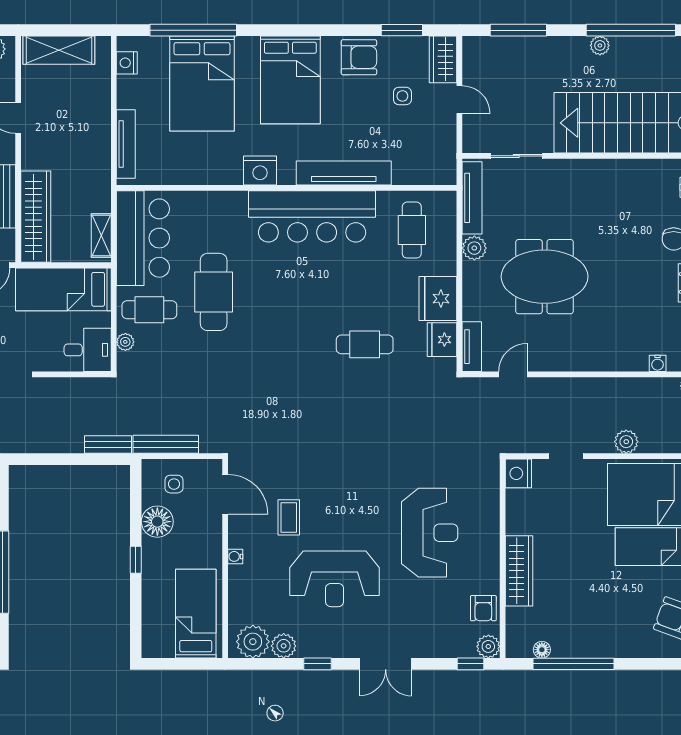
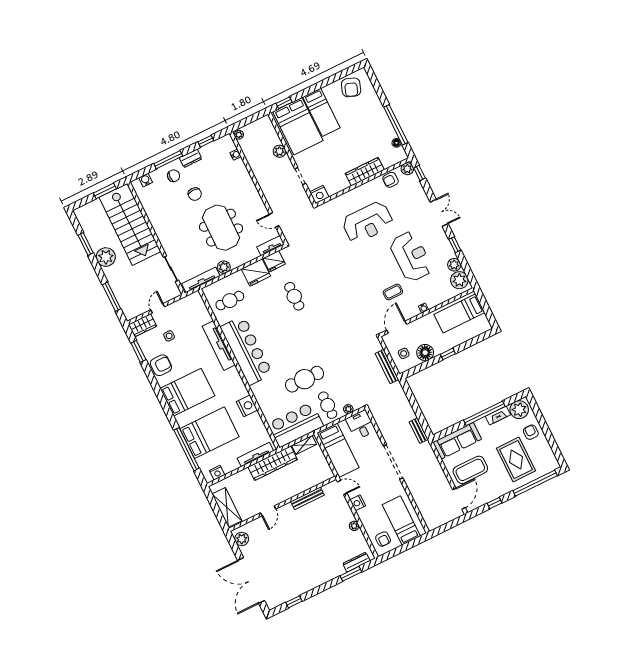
window: (631, 30) -> (86, 244), width x0.47
plant: (600, 45) -> (106, 257), width x1.88, depth x1.88
armchair: (359, 57) -> (161, 365), turned 90
nightstand: (260, 170) -> (247, 406), moved
wardrobe: (36, 217) -> (273, 463), moved, turned 180
chair: (624, 260) -> (195, 194), added
bench: (108, 445) -> (419, 431), moved
reception desk: (430, 533) -> (368, 222), turned 180
armchair: (483, 608) -> (391, 180), turned 180

